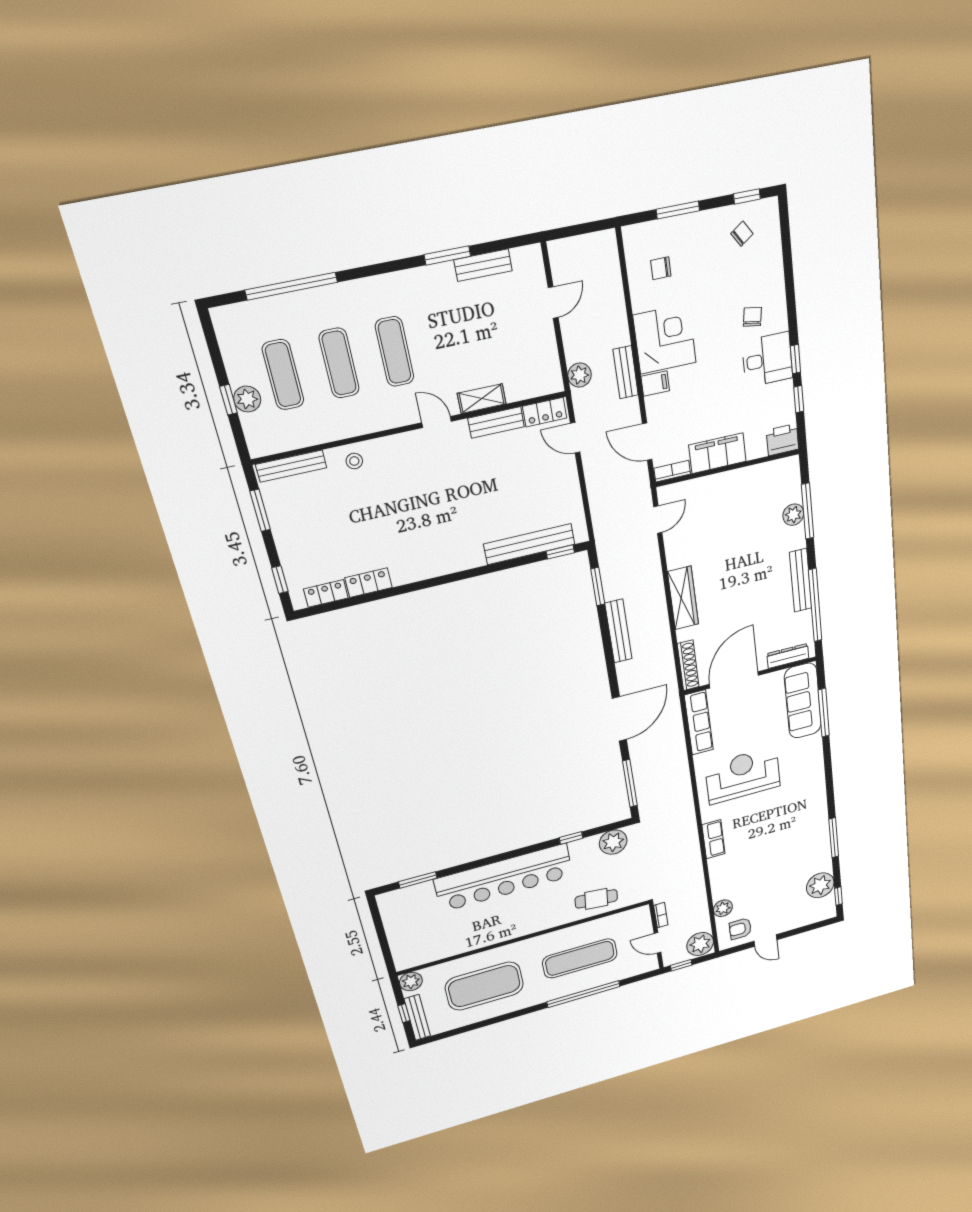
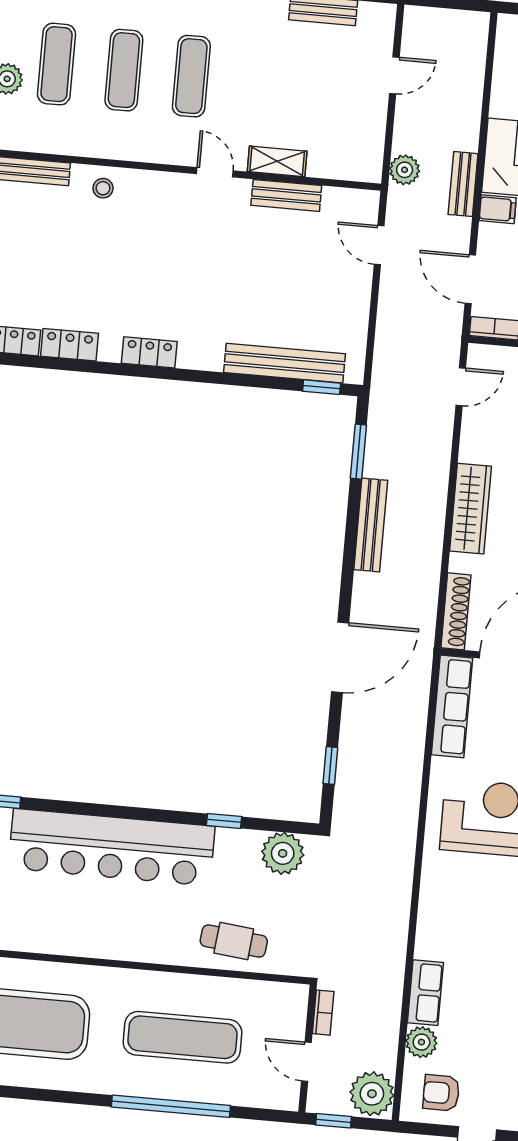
locker: (545, 412) -> (149, 352), moved, turned 180
window: (630, 783) -> (330, 766), width x0.46
row of seats: (713, 839) -> (425, 993), moved

